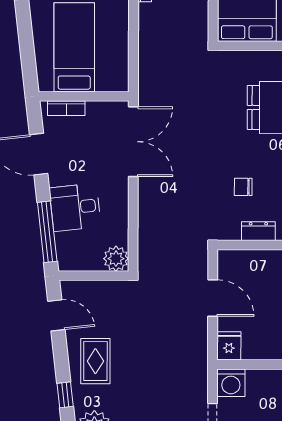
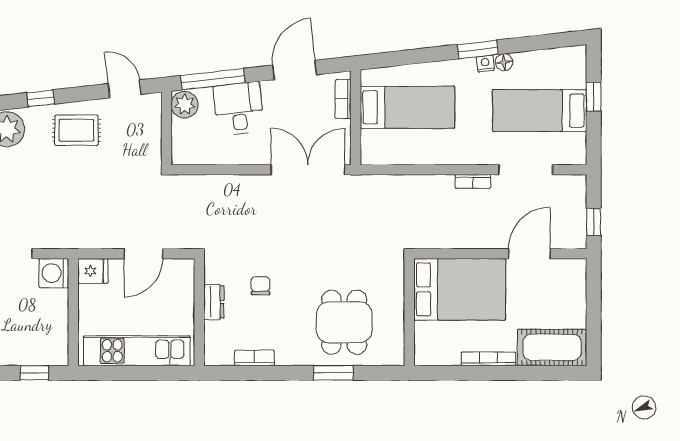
double door: (133, 142) -> (308, 170), swing flipped
plant: (116, 259) -> (185, 105), moved
door: (56, 315) -> (125, 89), swing flipped

